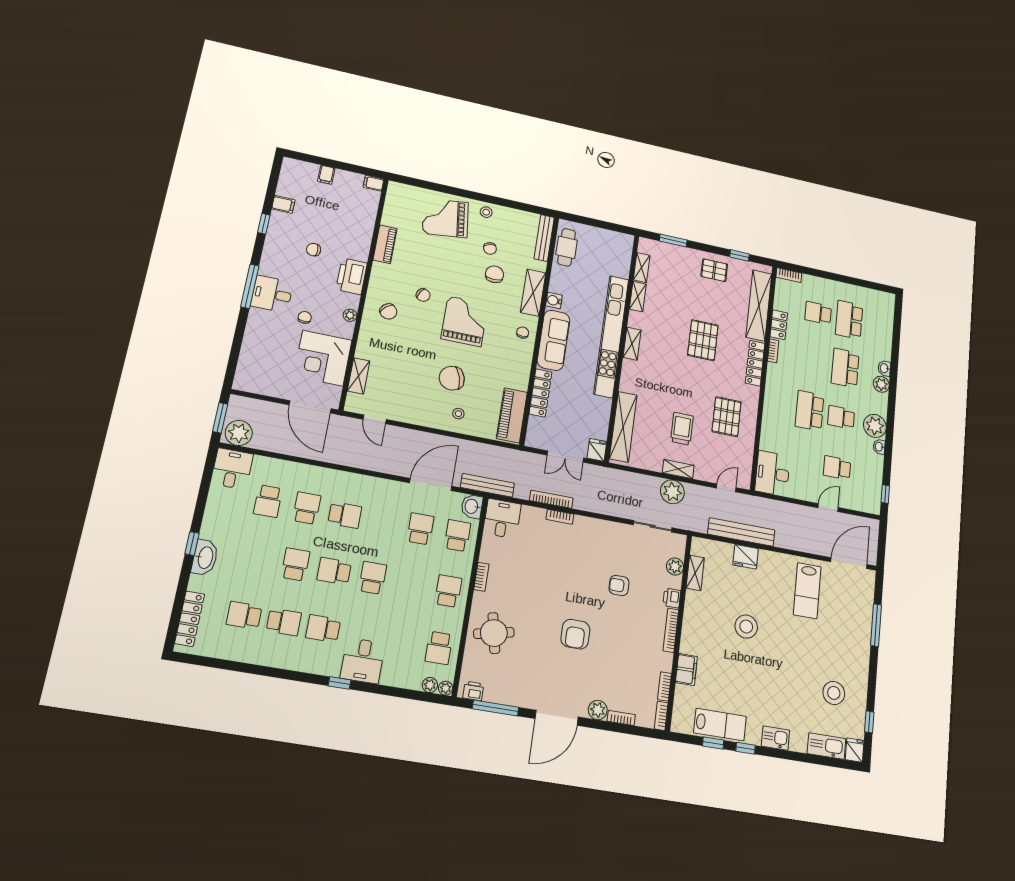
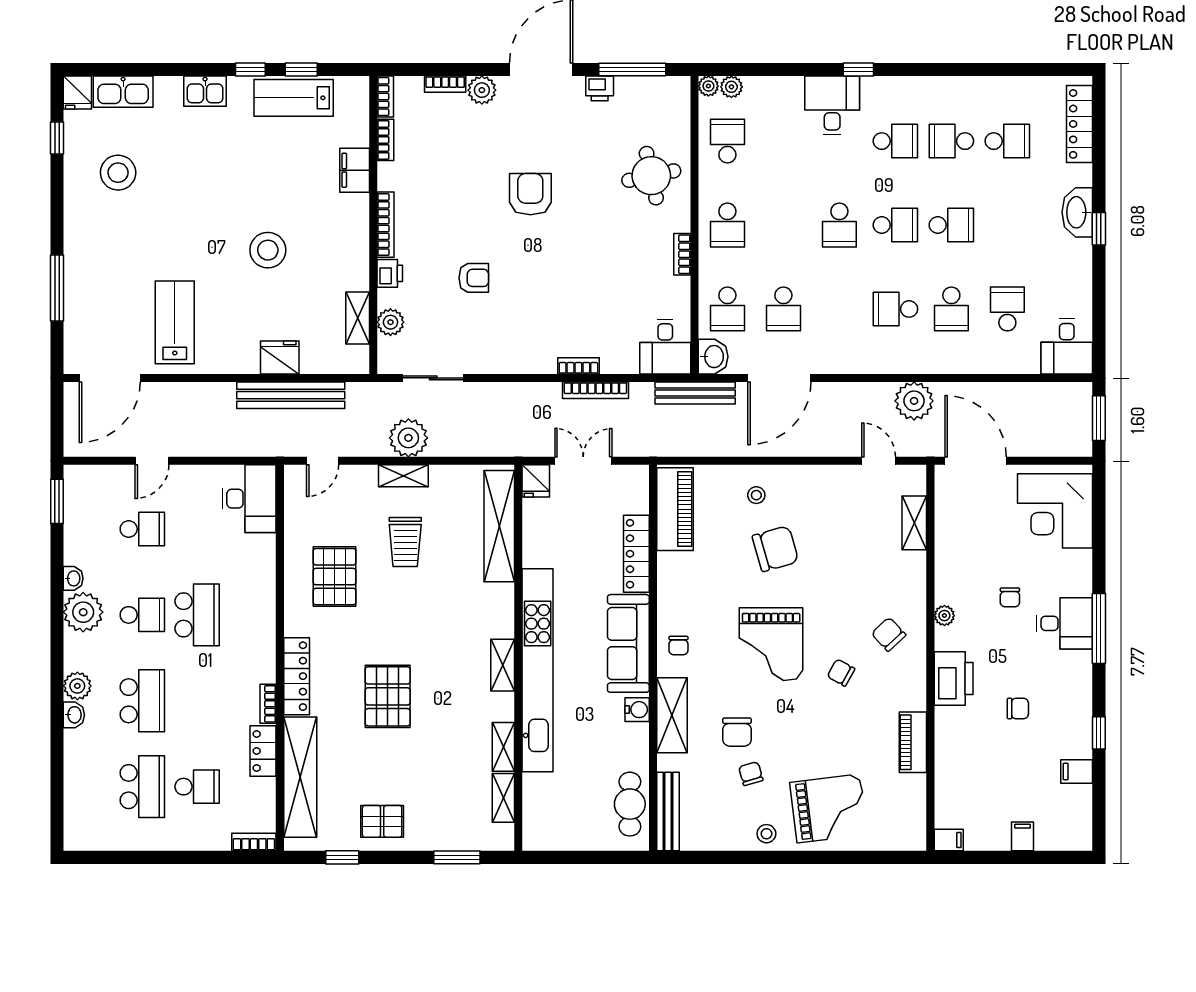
corner desk: (323, 358) -> (1055, 511), moved, turned 180
plant: (239, 433) -> (914, 401), moved
window: (885, 494) -> (57, 501), width x1.50
school desk: (295, 564) -> (951, 225), turned -90
printer: (473, 691) -> (600, 88), moved

